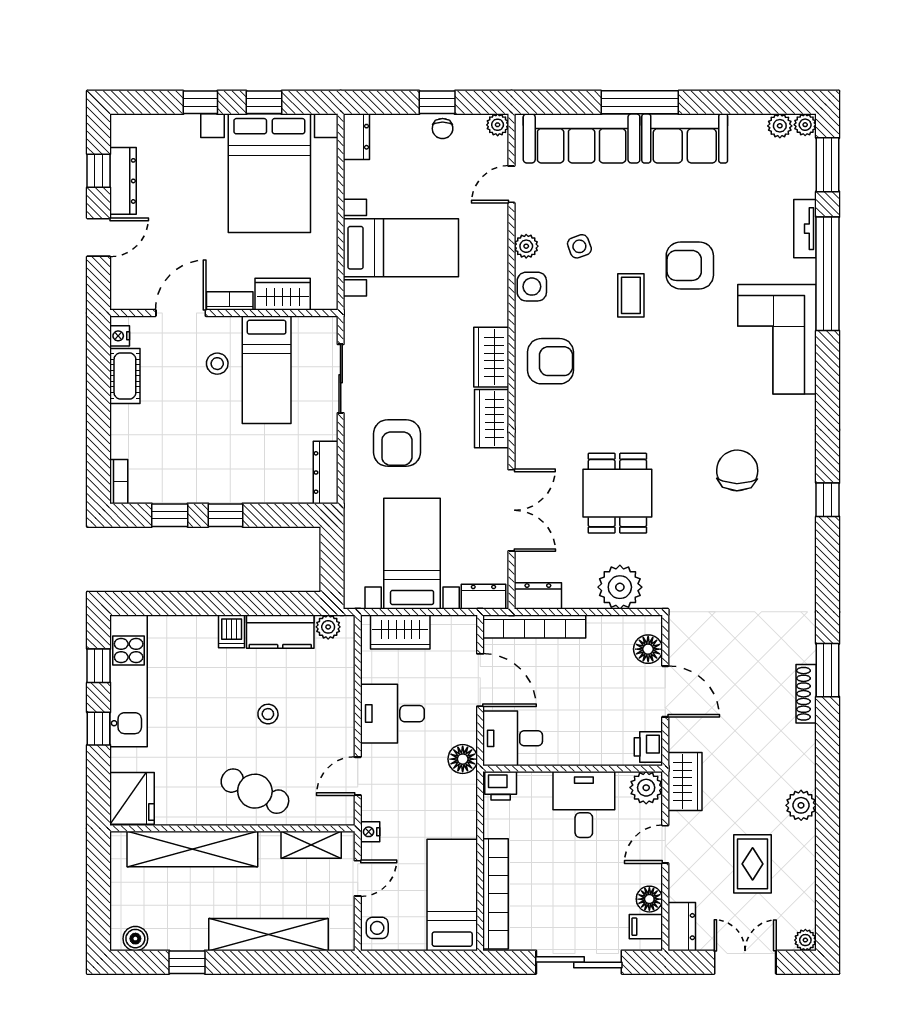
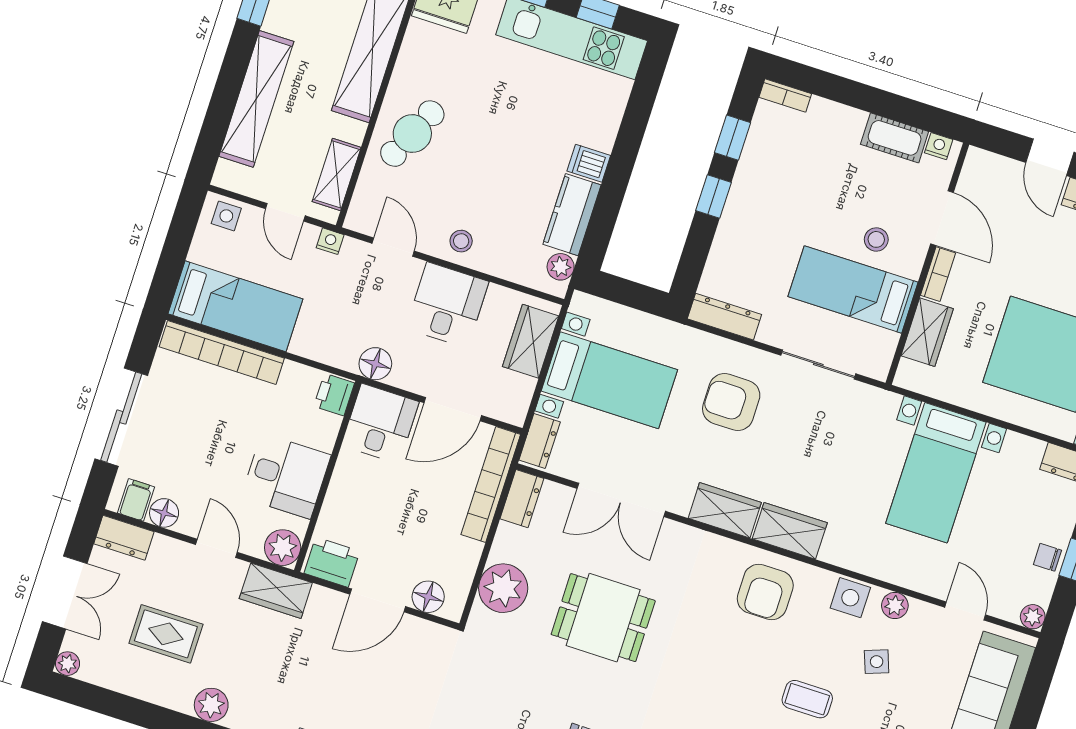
stool: (268, 714) -> (461, 241), moved
printer: (648, 747) -> (332, 562), width x1.36, depth x1.24

